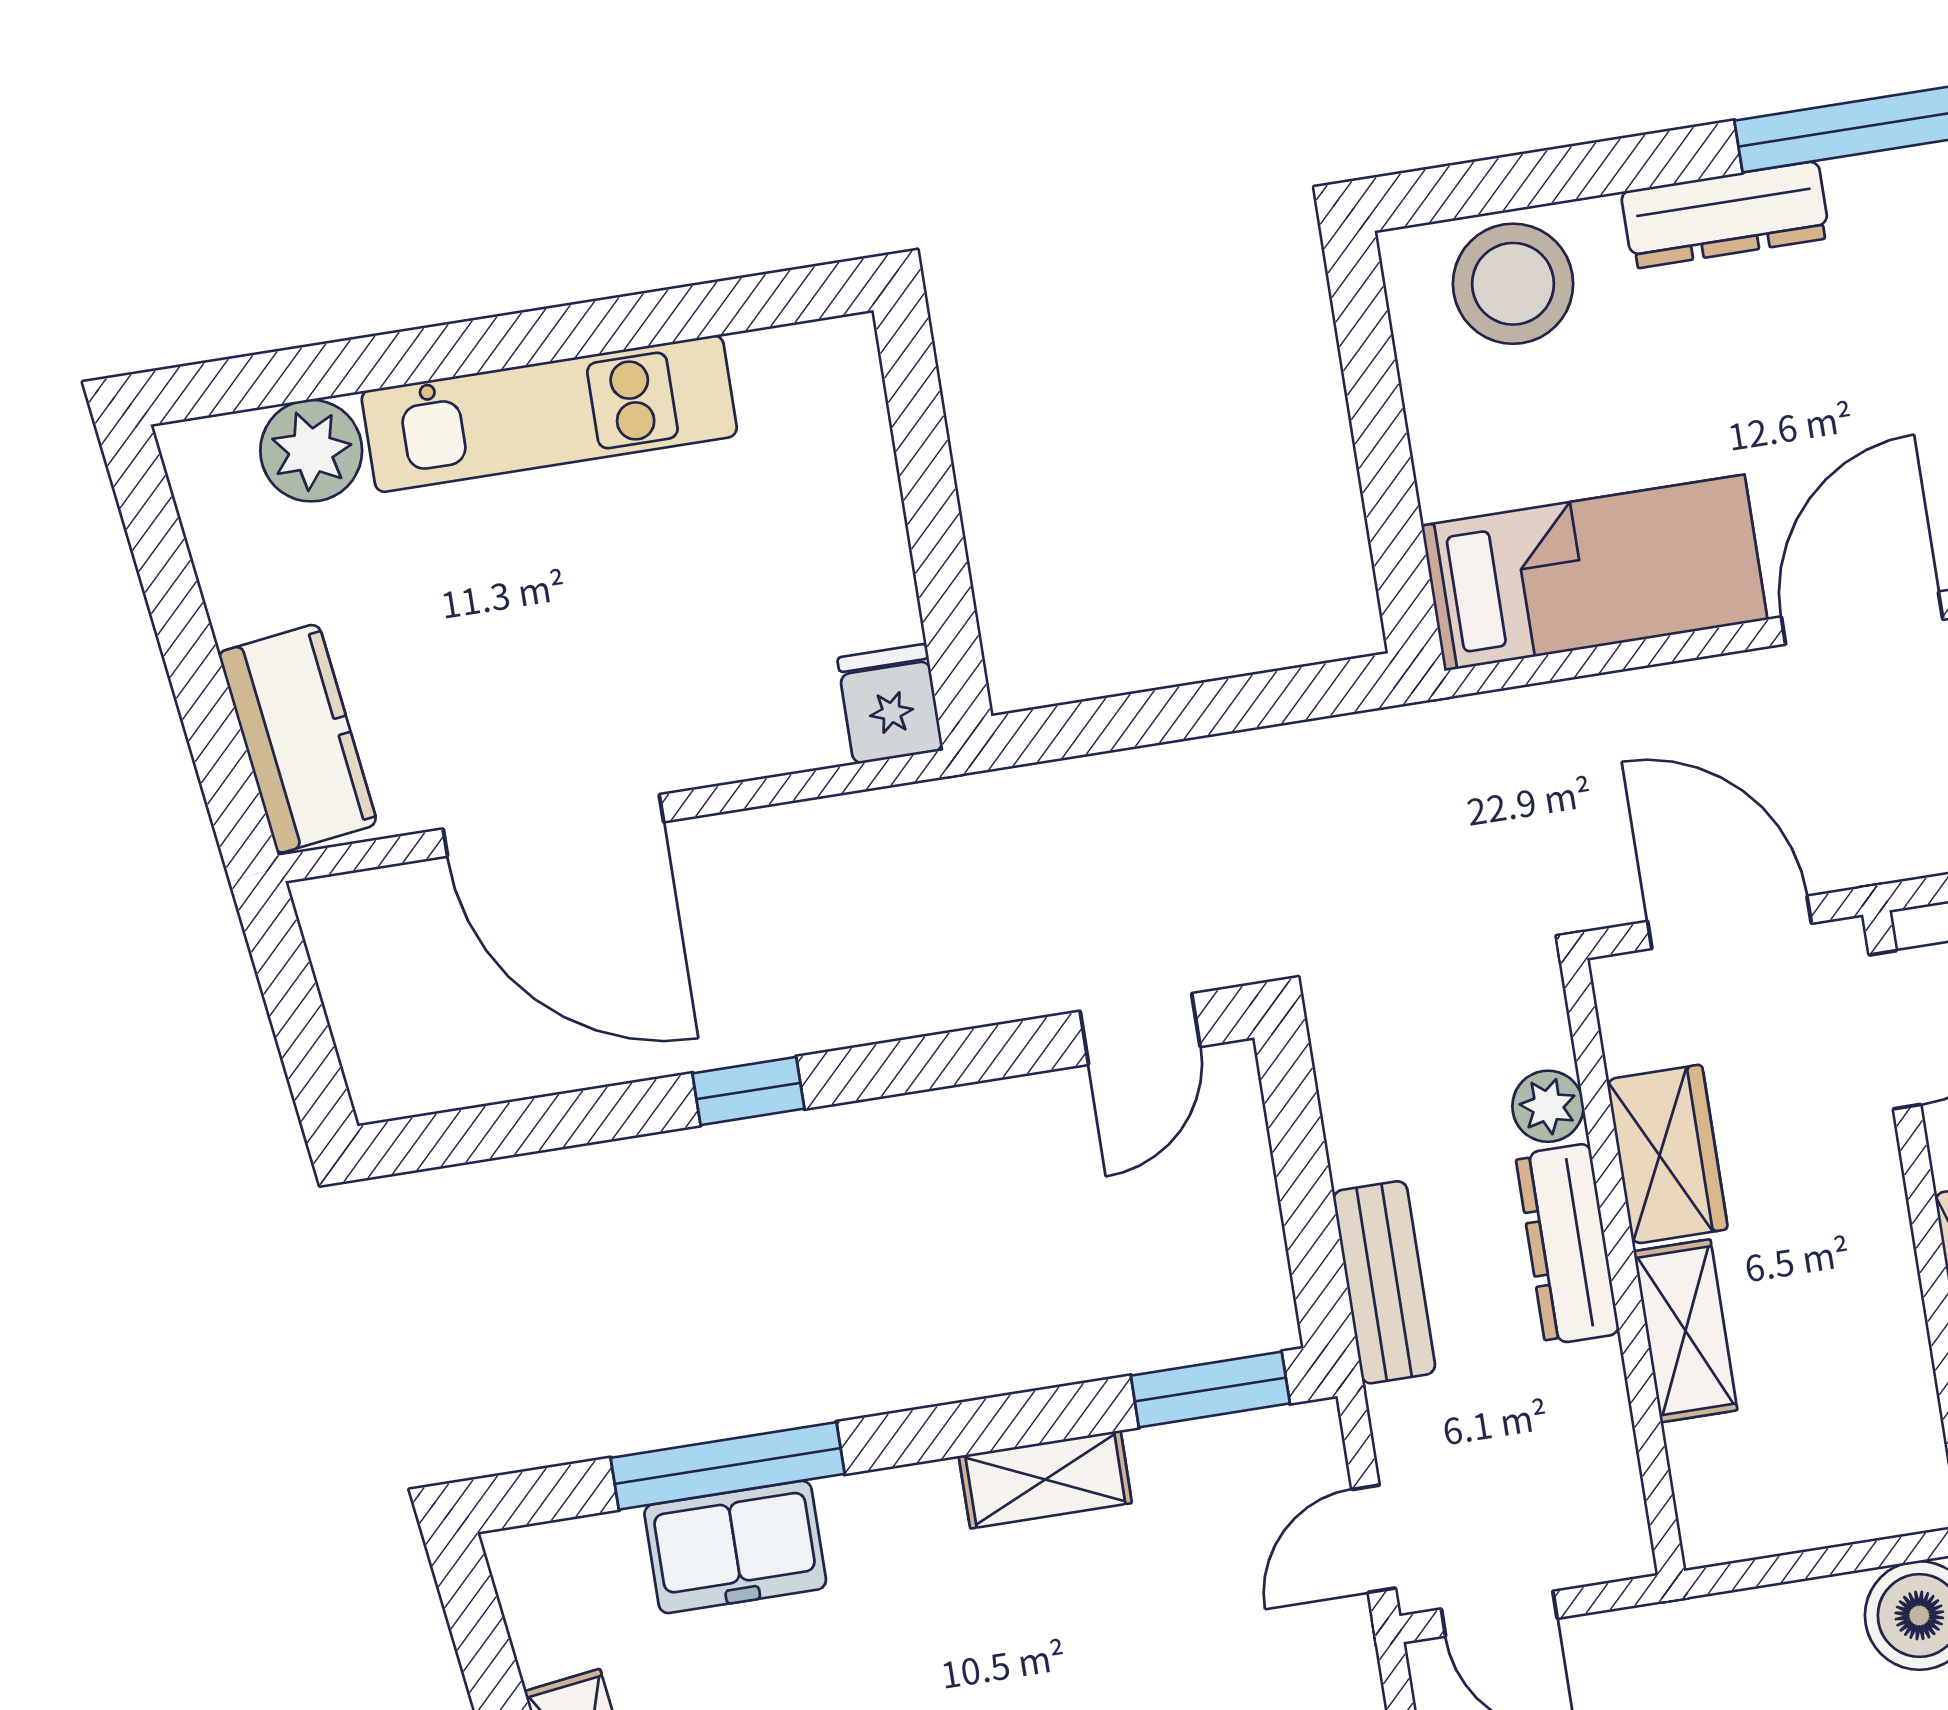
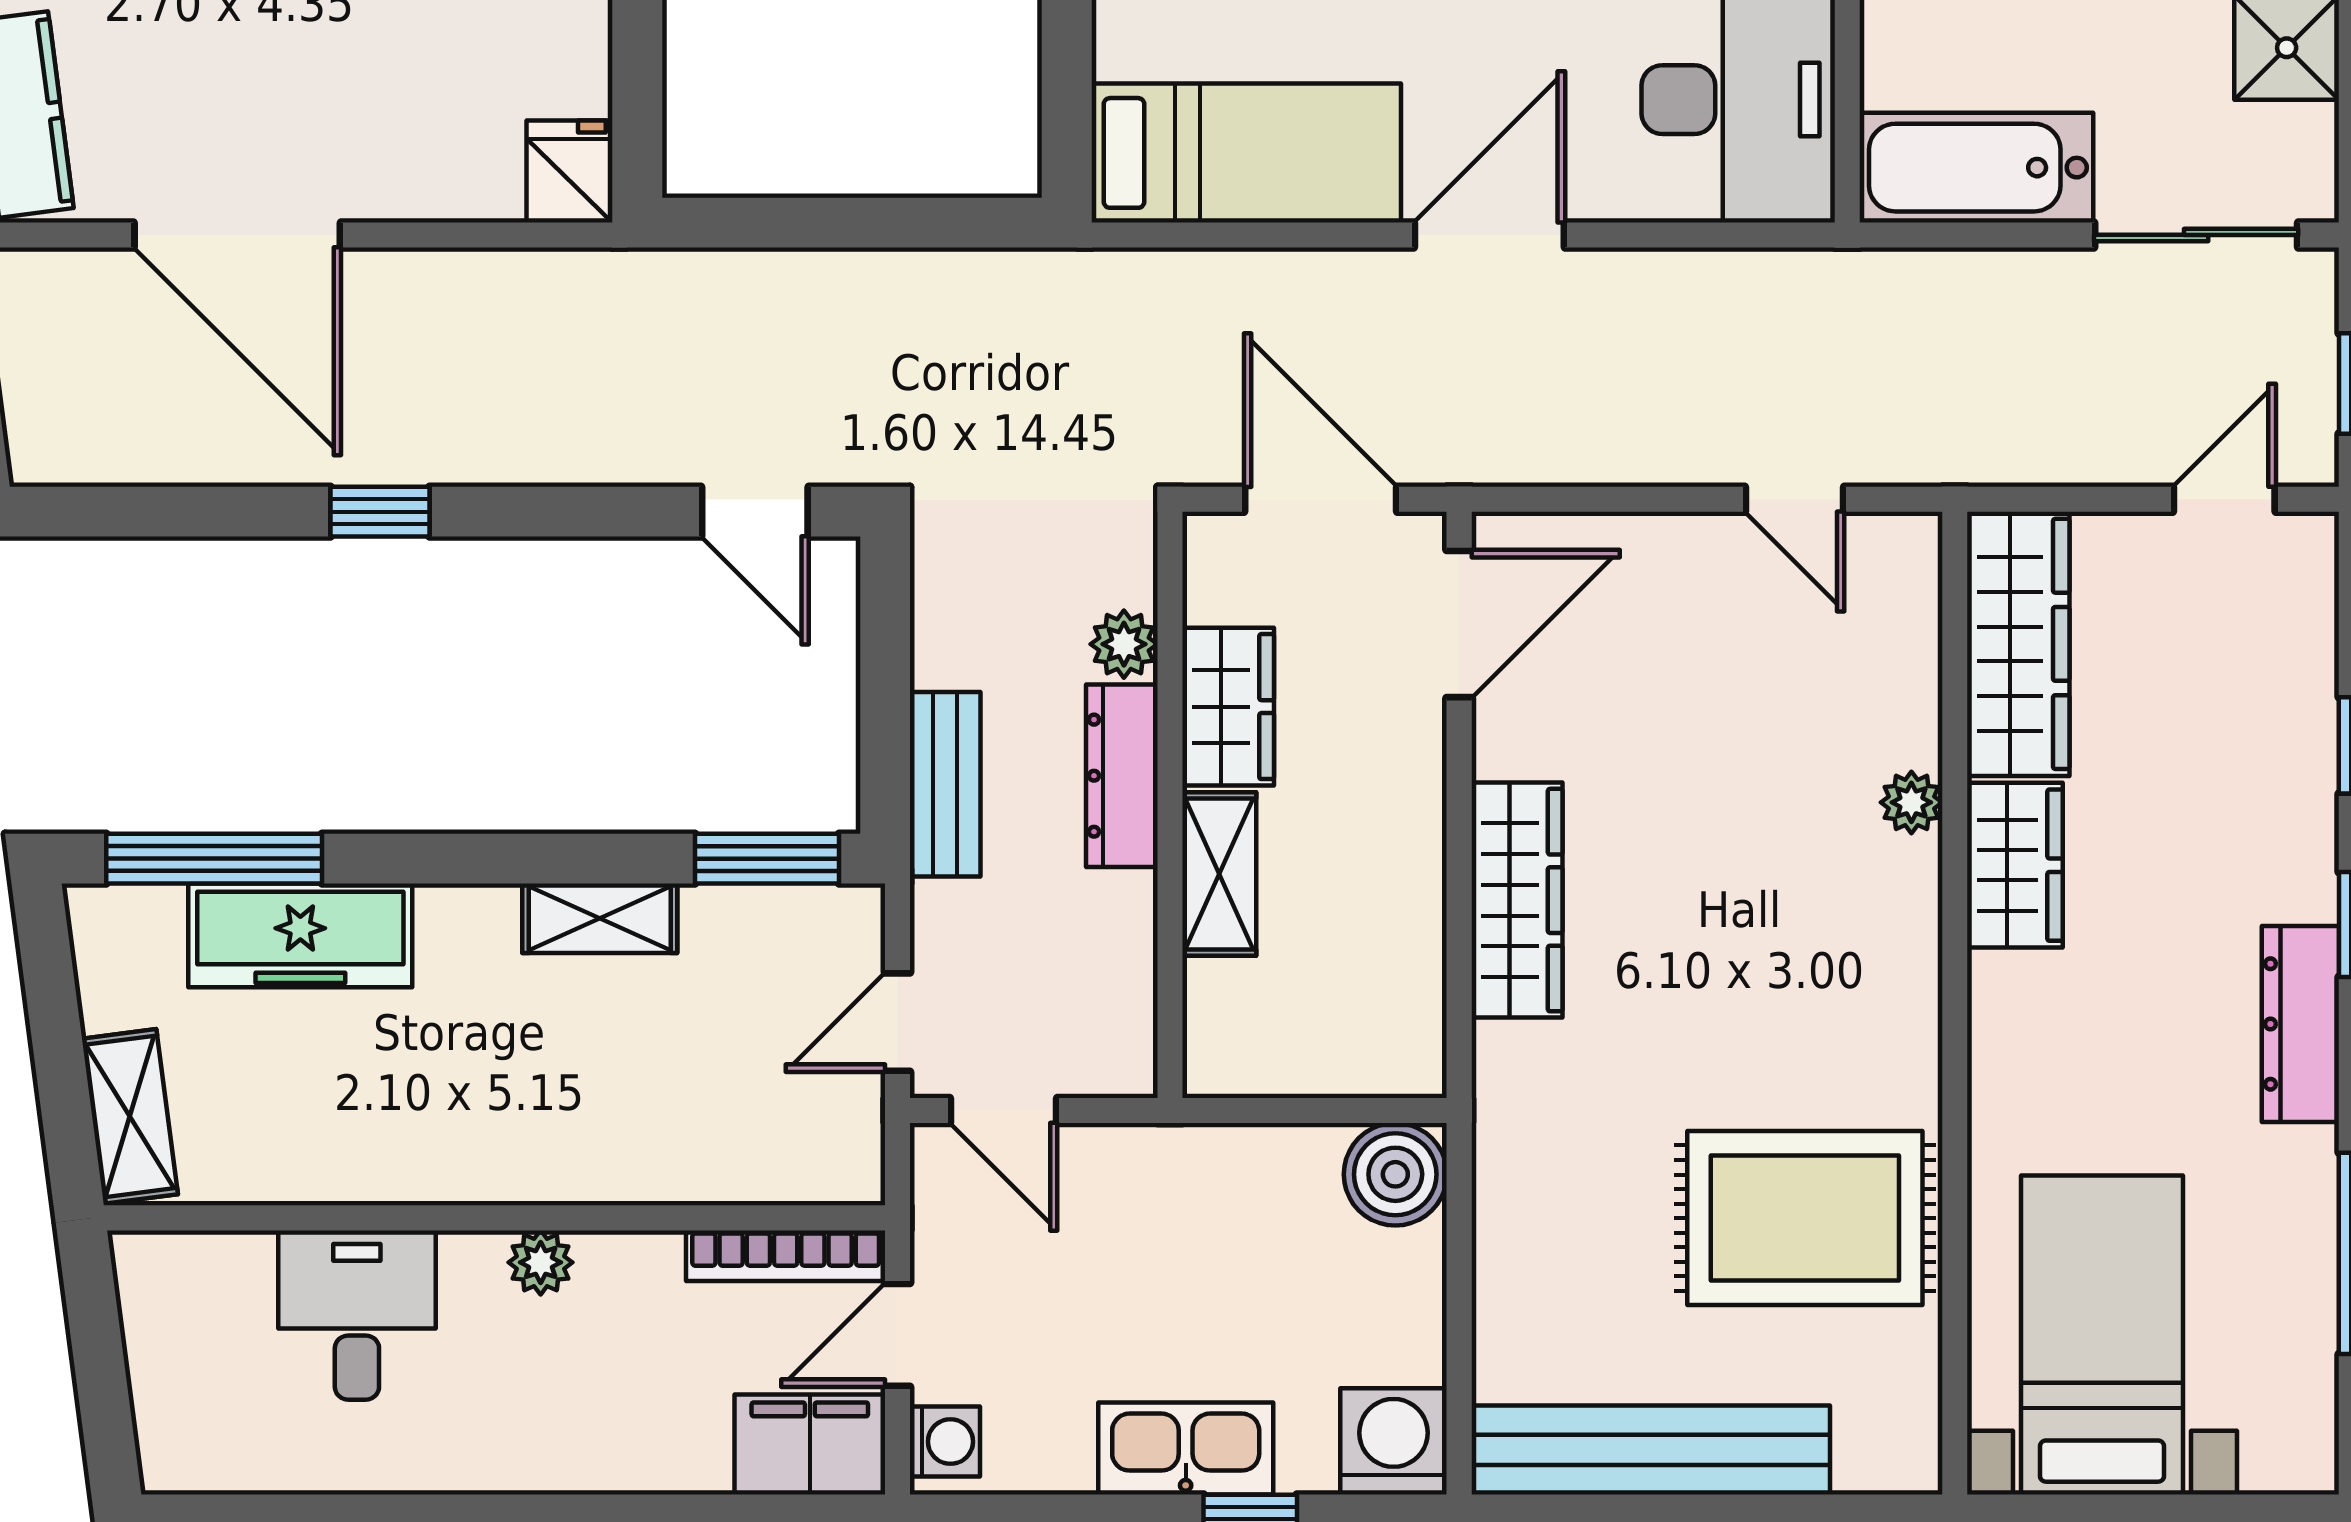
door: (1140, 1029) -> (755, 512), hinge flipped
window: (728, 1466) -> (214, 859), moved
freezer: (735, 1547) -> (300, 935), width x1.40

